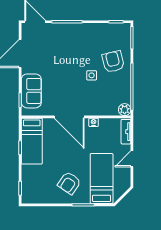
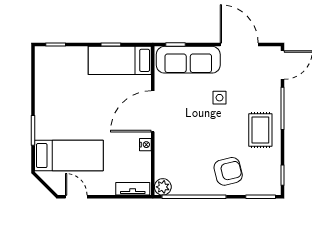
rug: (83, 38) -> (260, 130), added
side table: (92, 75) -> (219, 98), moved
sofa: (31, 91) -> (188, 60), width x1.36
door: (132, 159) -> (76, 197), moved
armchair: (69, 183) -> (63, 111), removed

